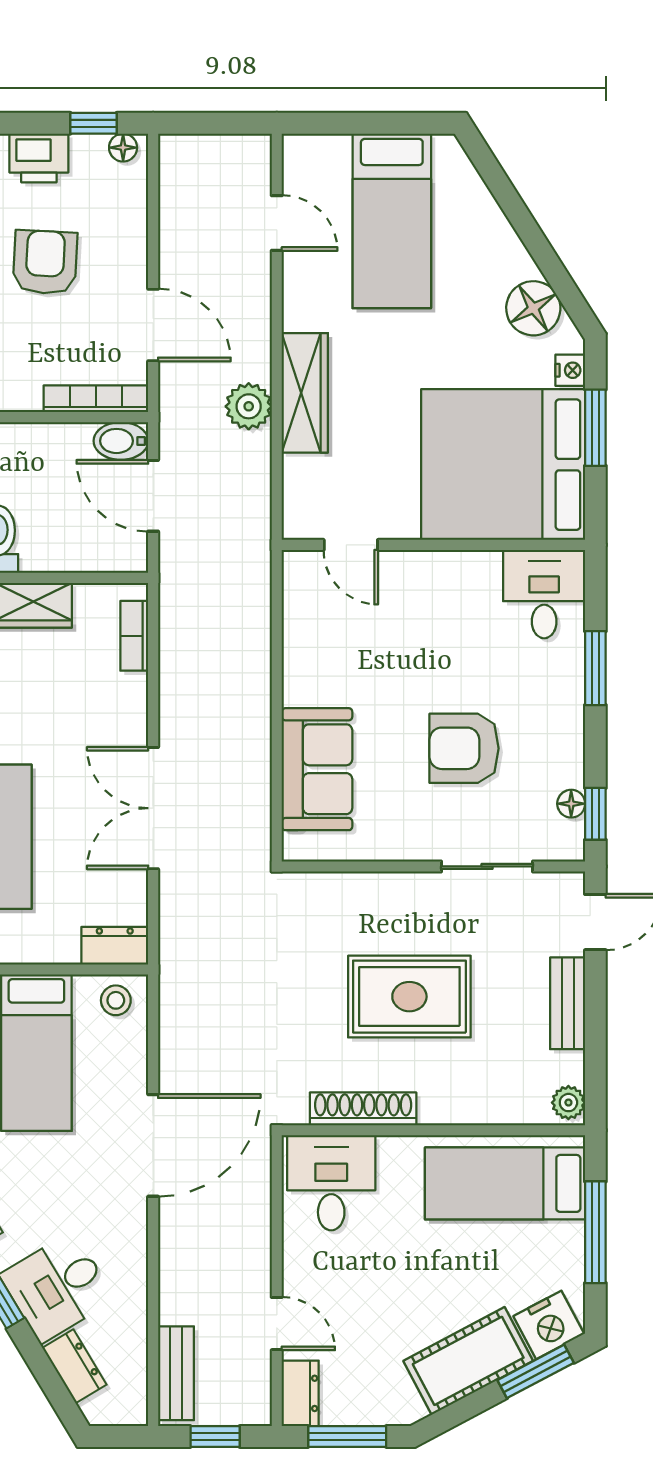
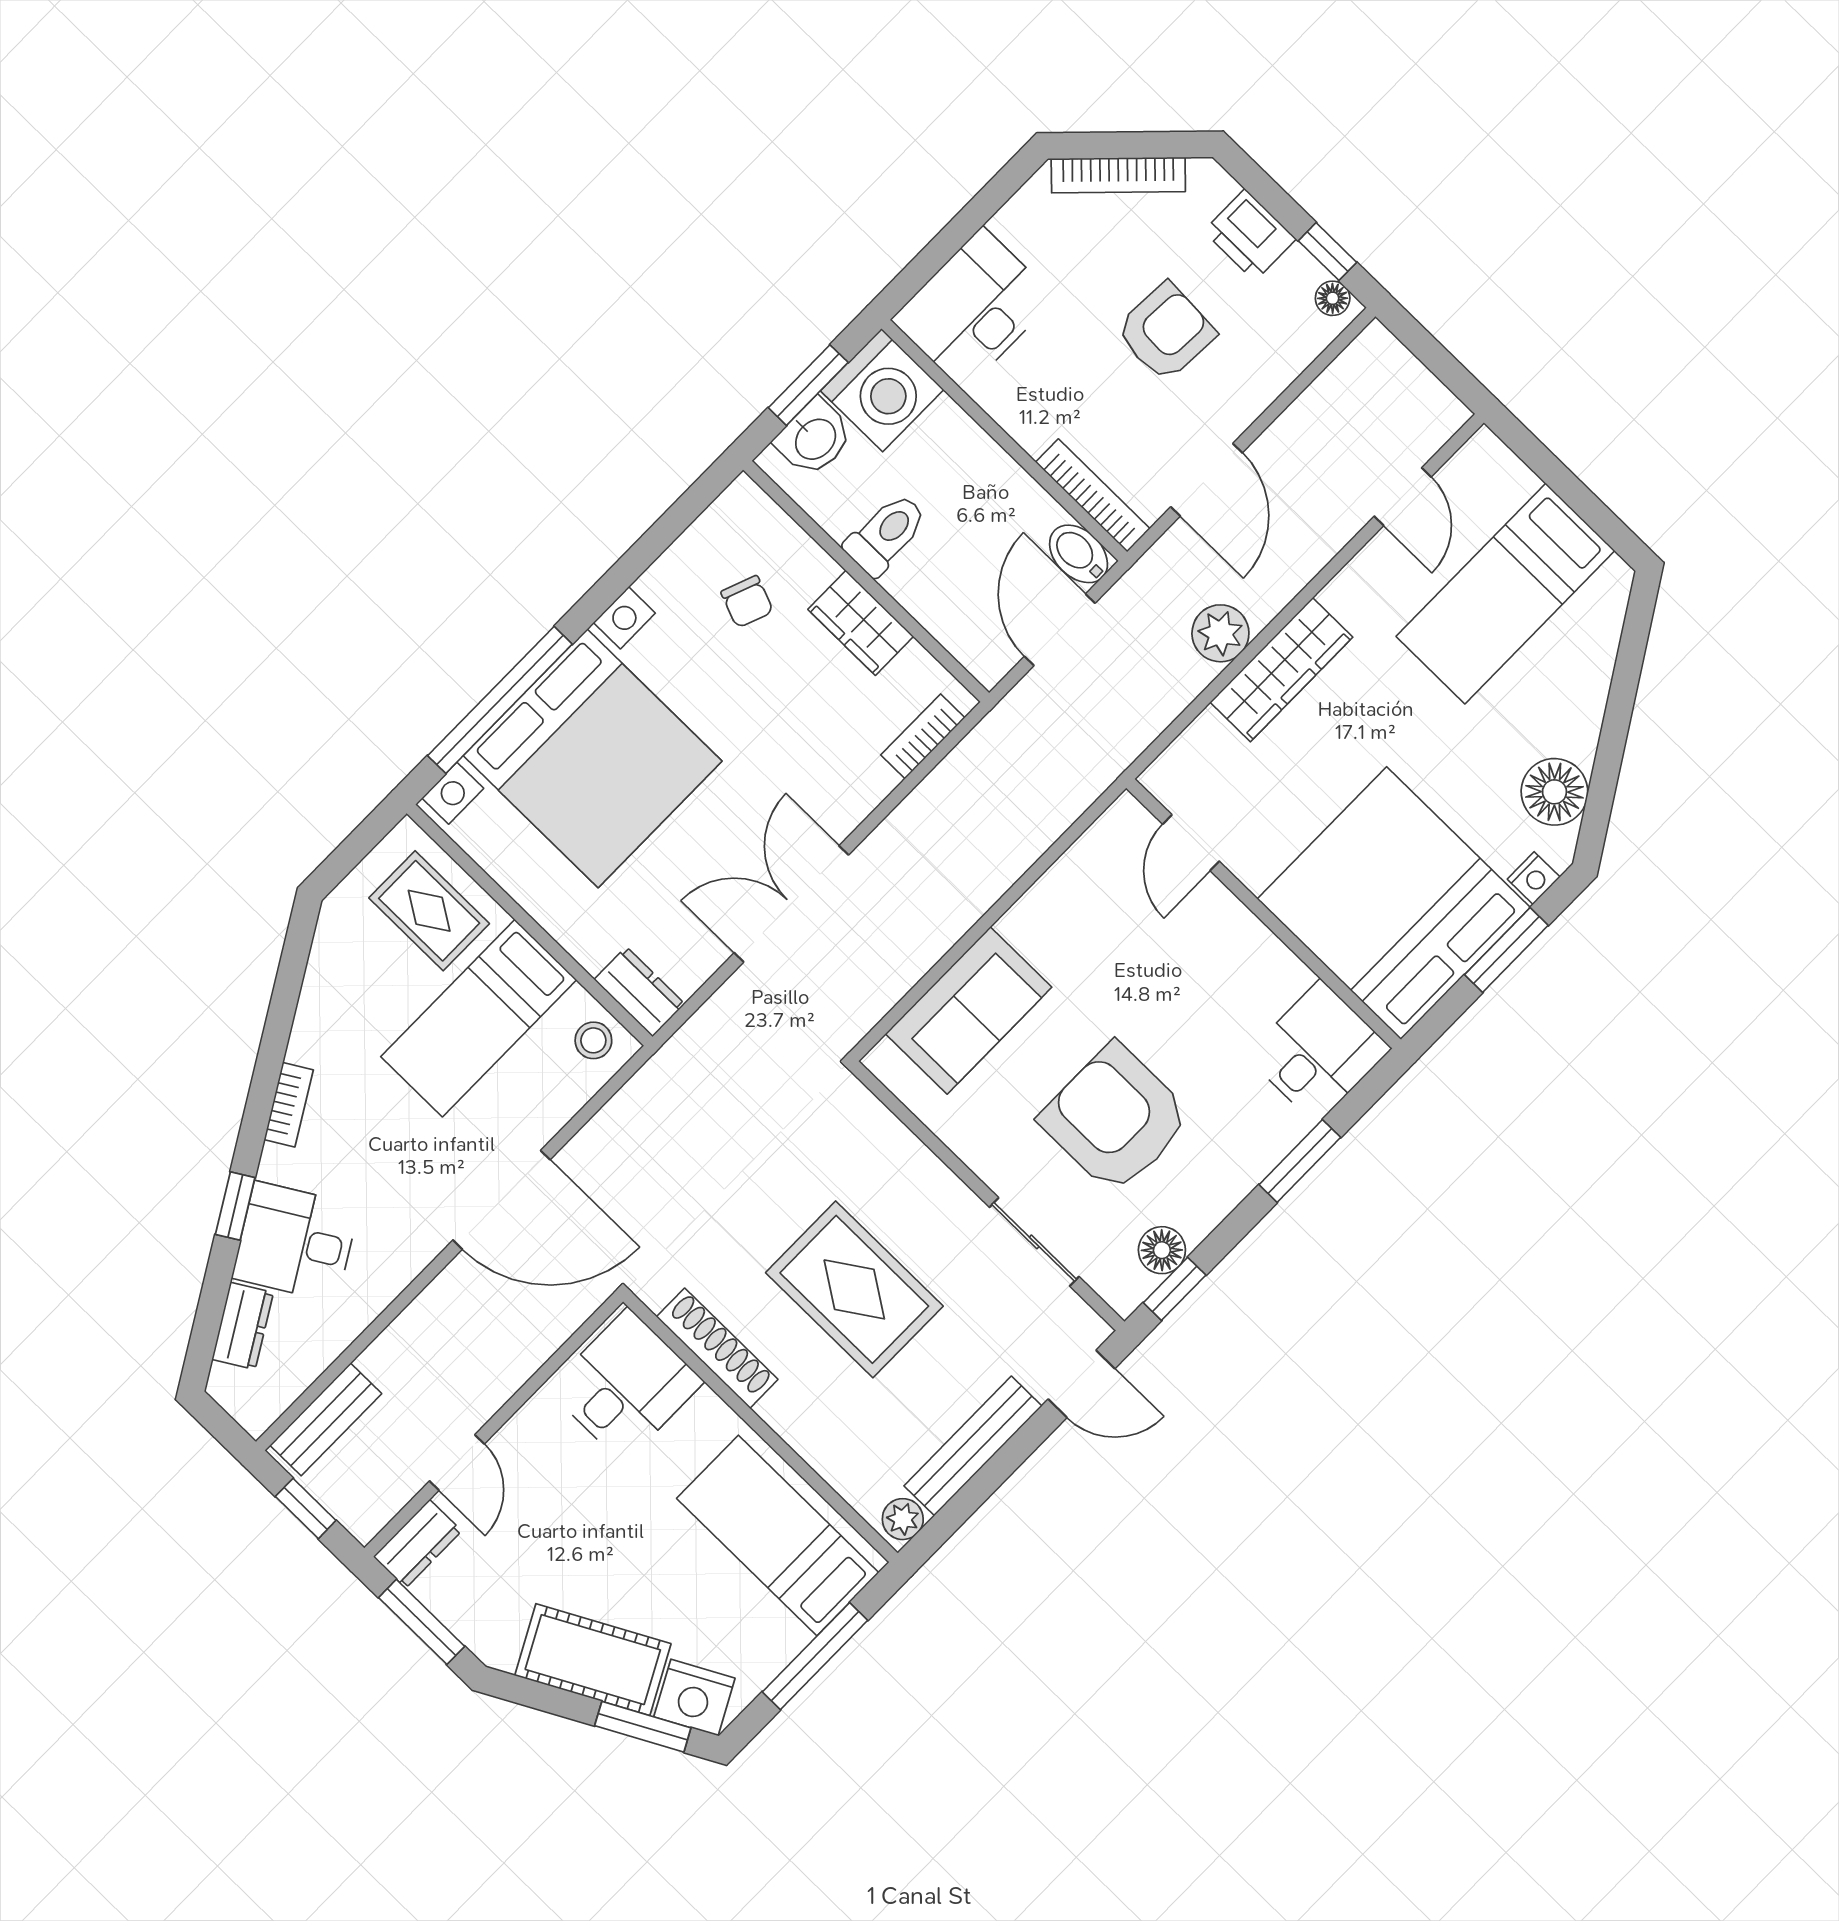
armchair: (464, 748) -> (1116, 1118), width x1.36, depth x1.36
floor lamp: (571, 804) -> (1162, 1250), width x1.37, depth x1.37
bench: (568, 1003) -> (973, 1446), width x1.36

